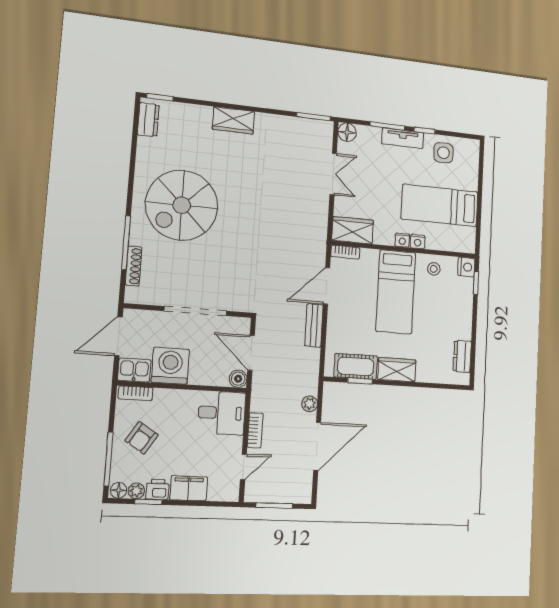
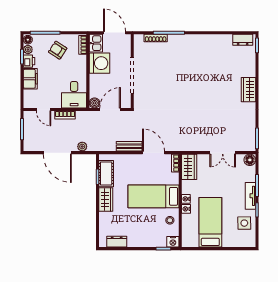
spiral stairs: (182, 205) -> (194, 63), removed

